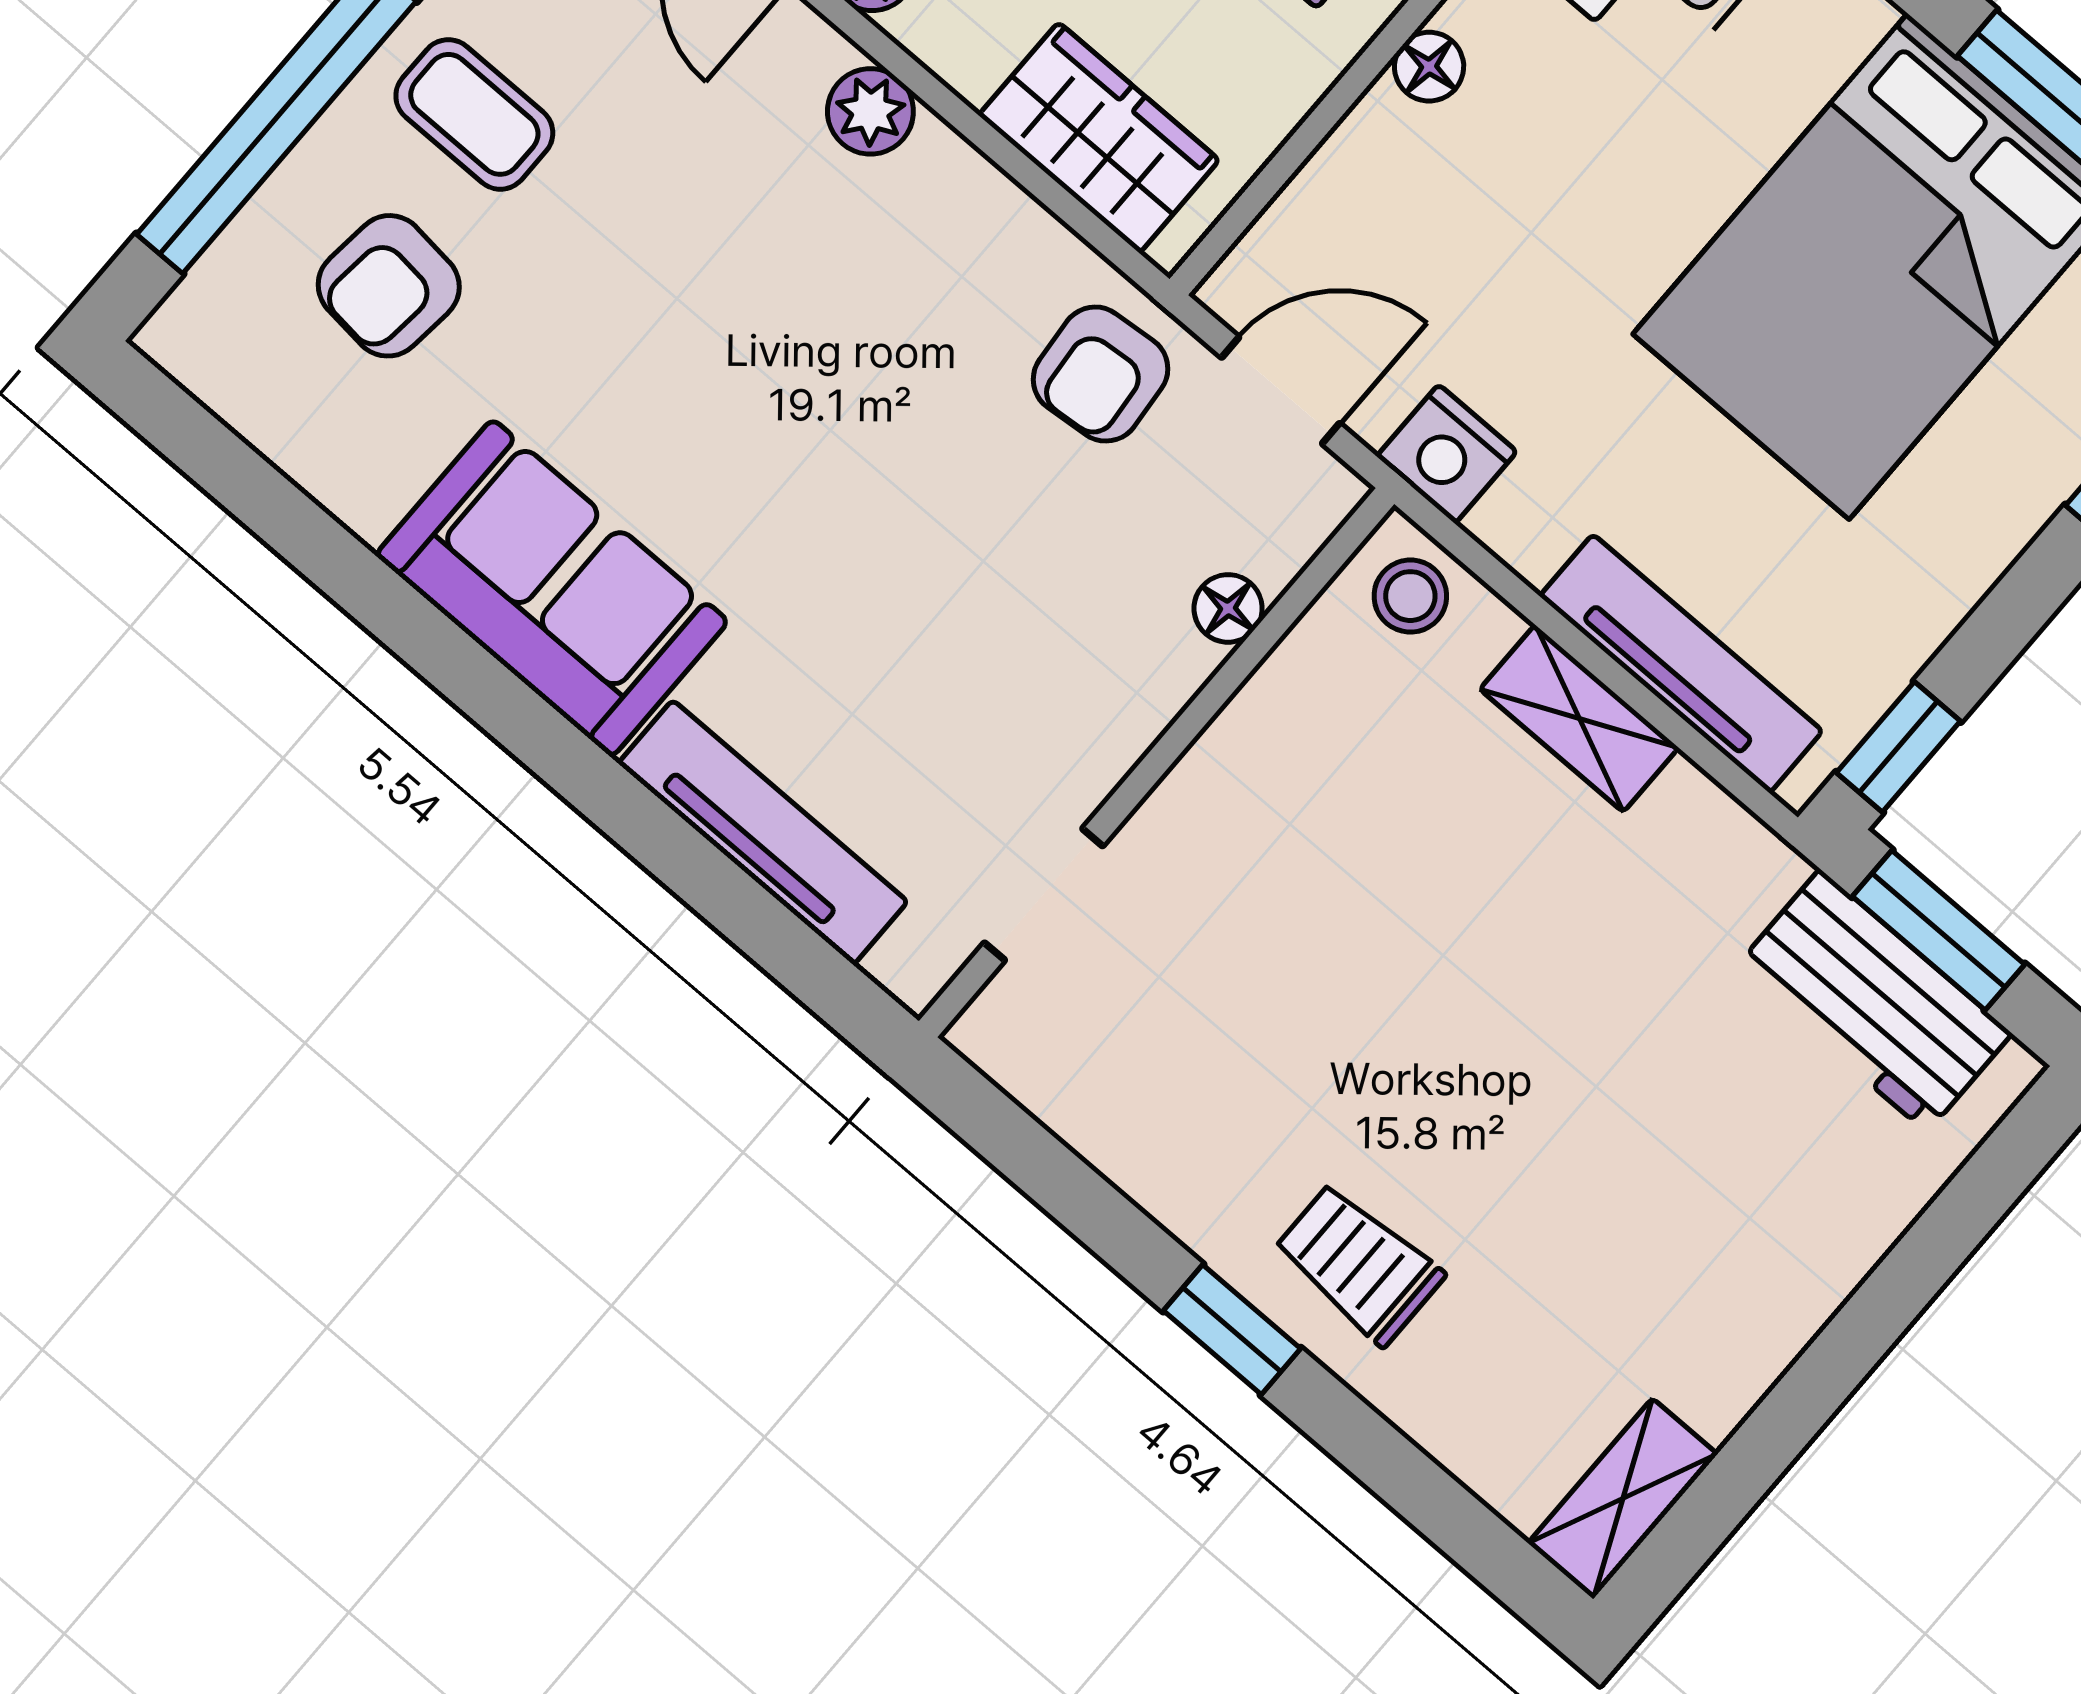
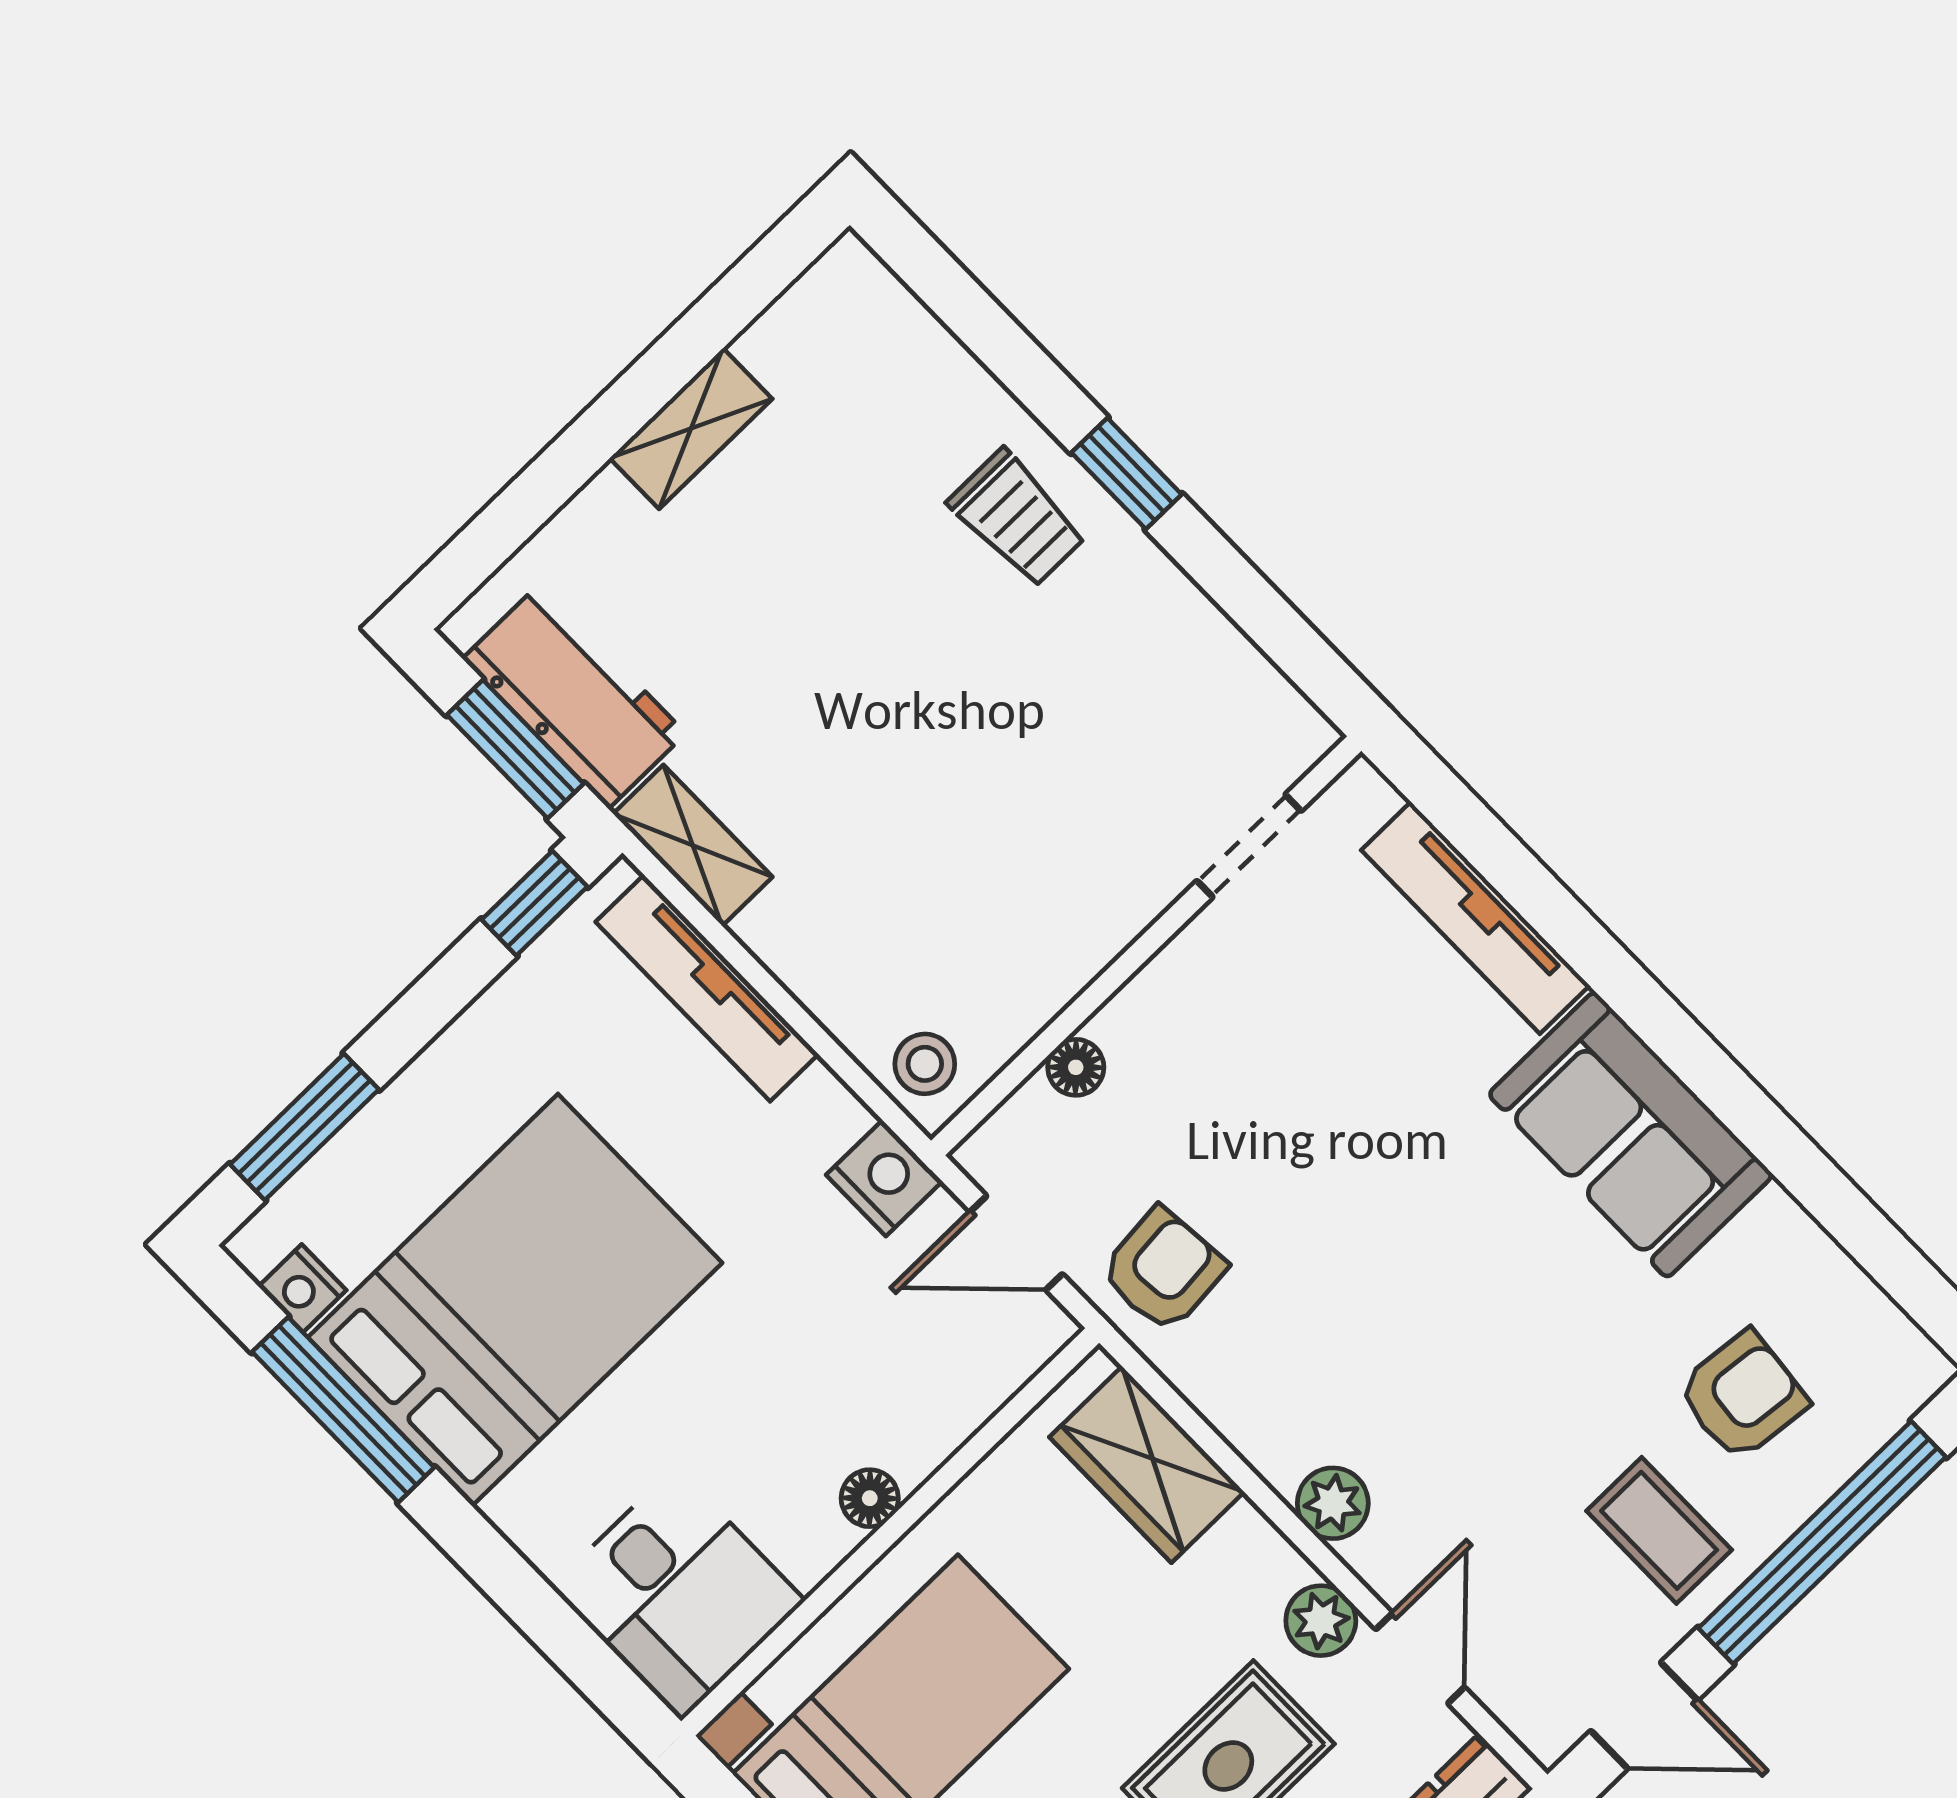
shelving: (1579, 718) -> (693, 845), moved
shelving: (1623, 1499) -> (691, 428), moved

